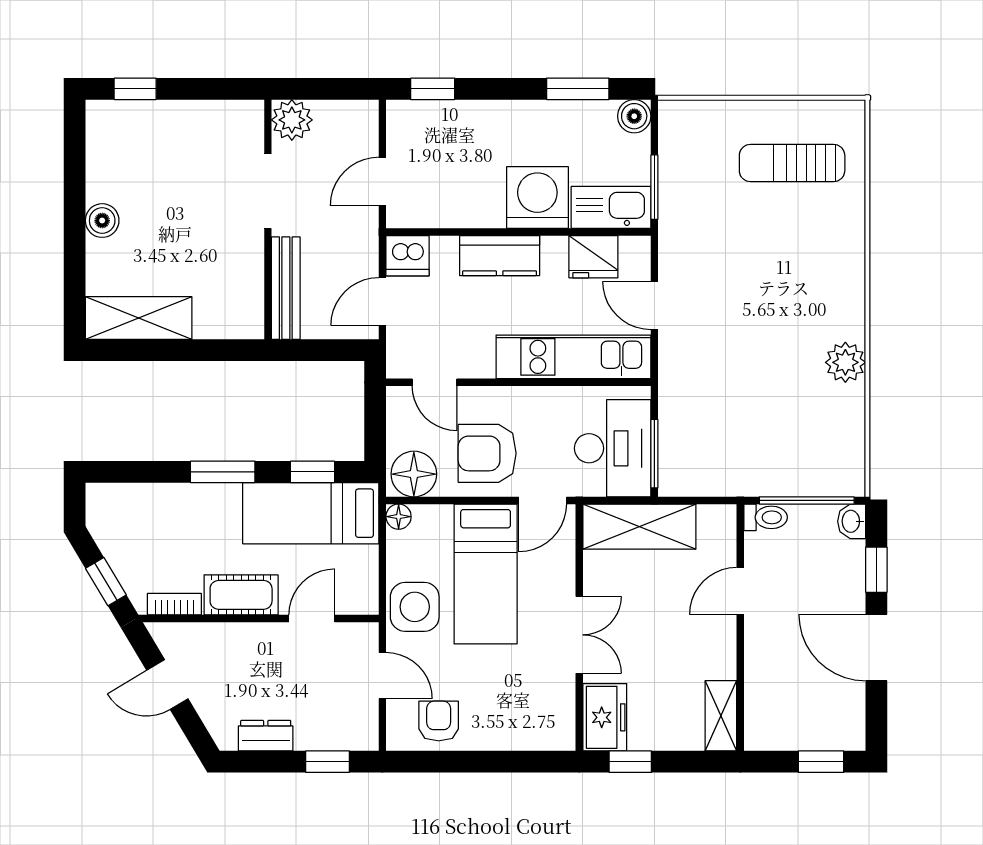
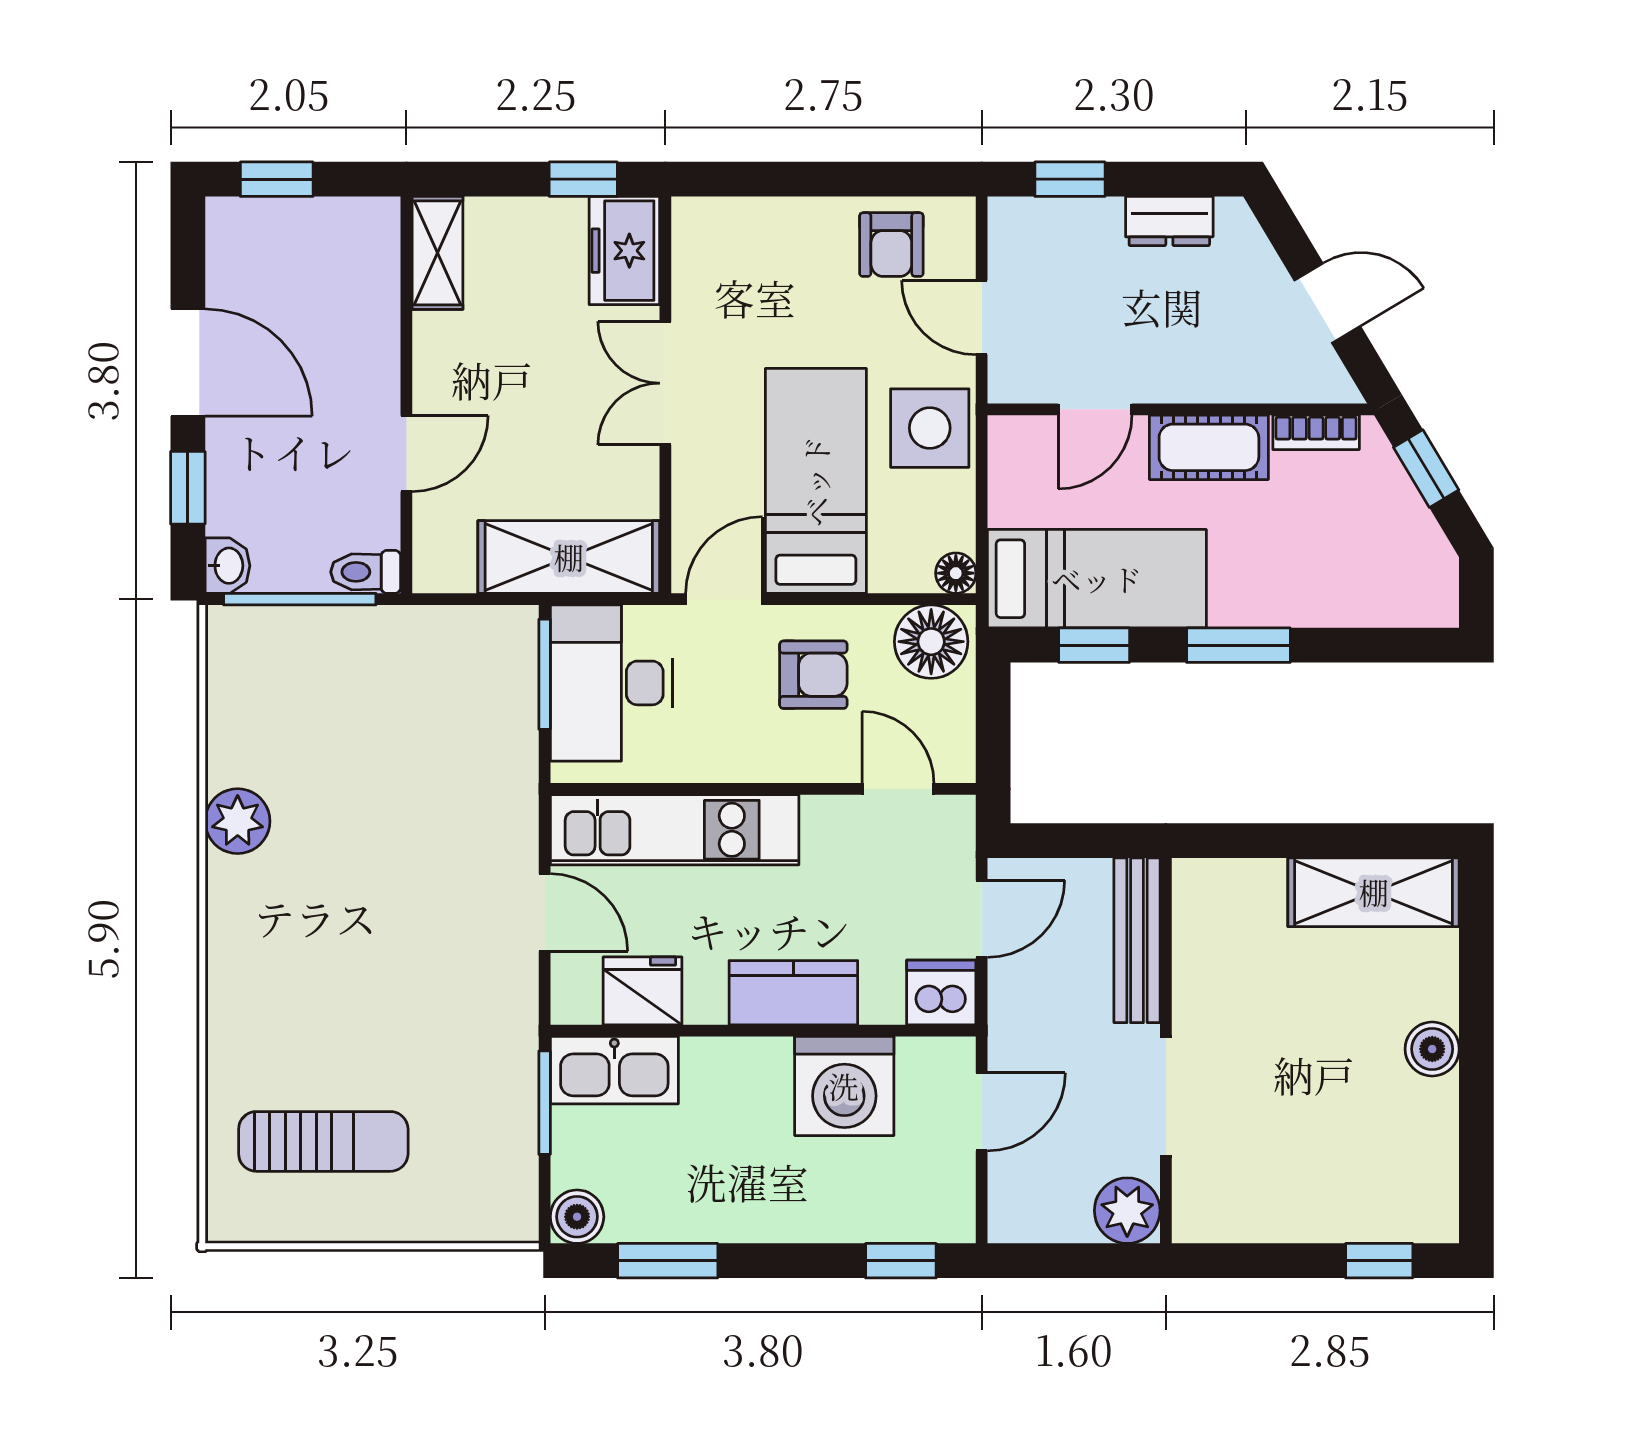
washing machine: (537, 198) -> (844, 1086), moved
armchair: (487, 453) -> (813, 675), width x0.72, depth x0.72

